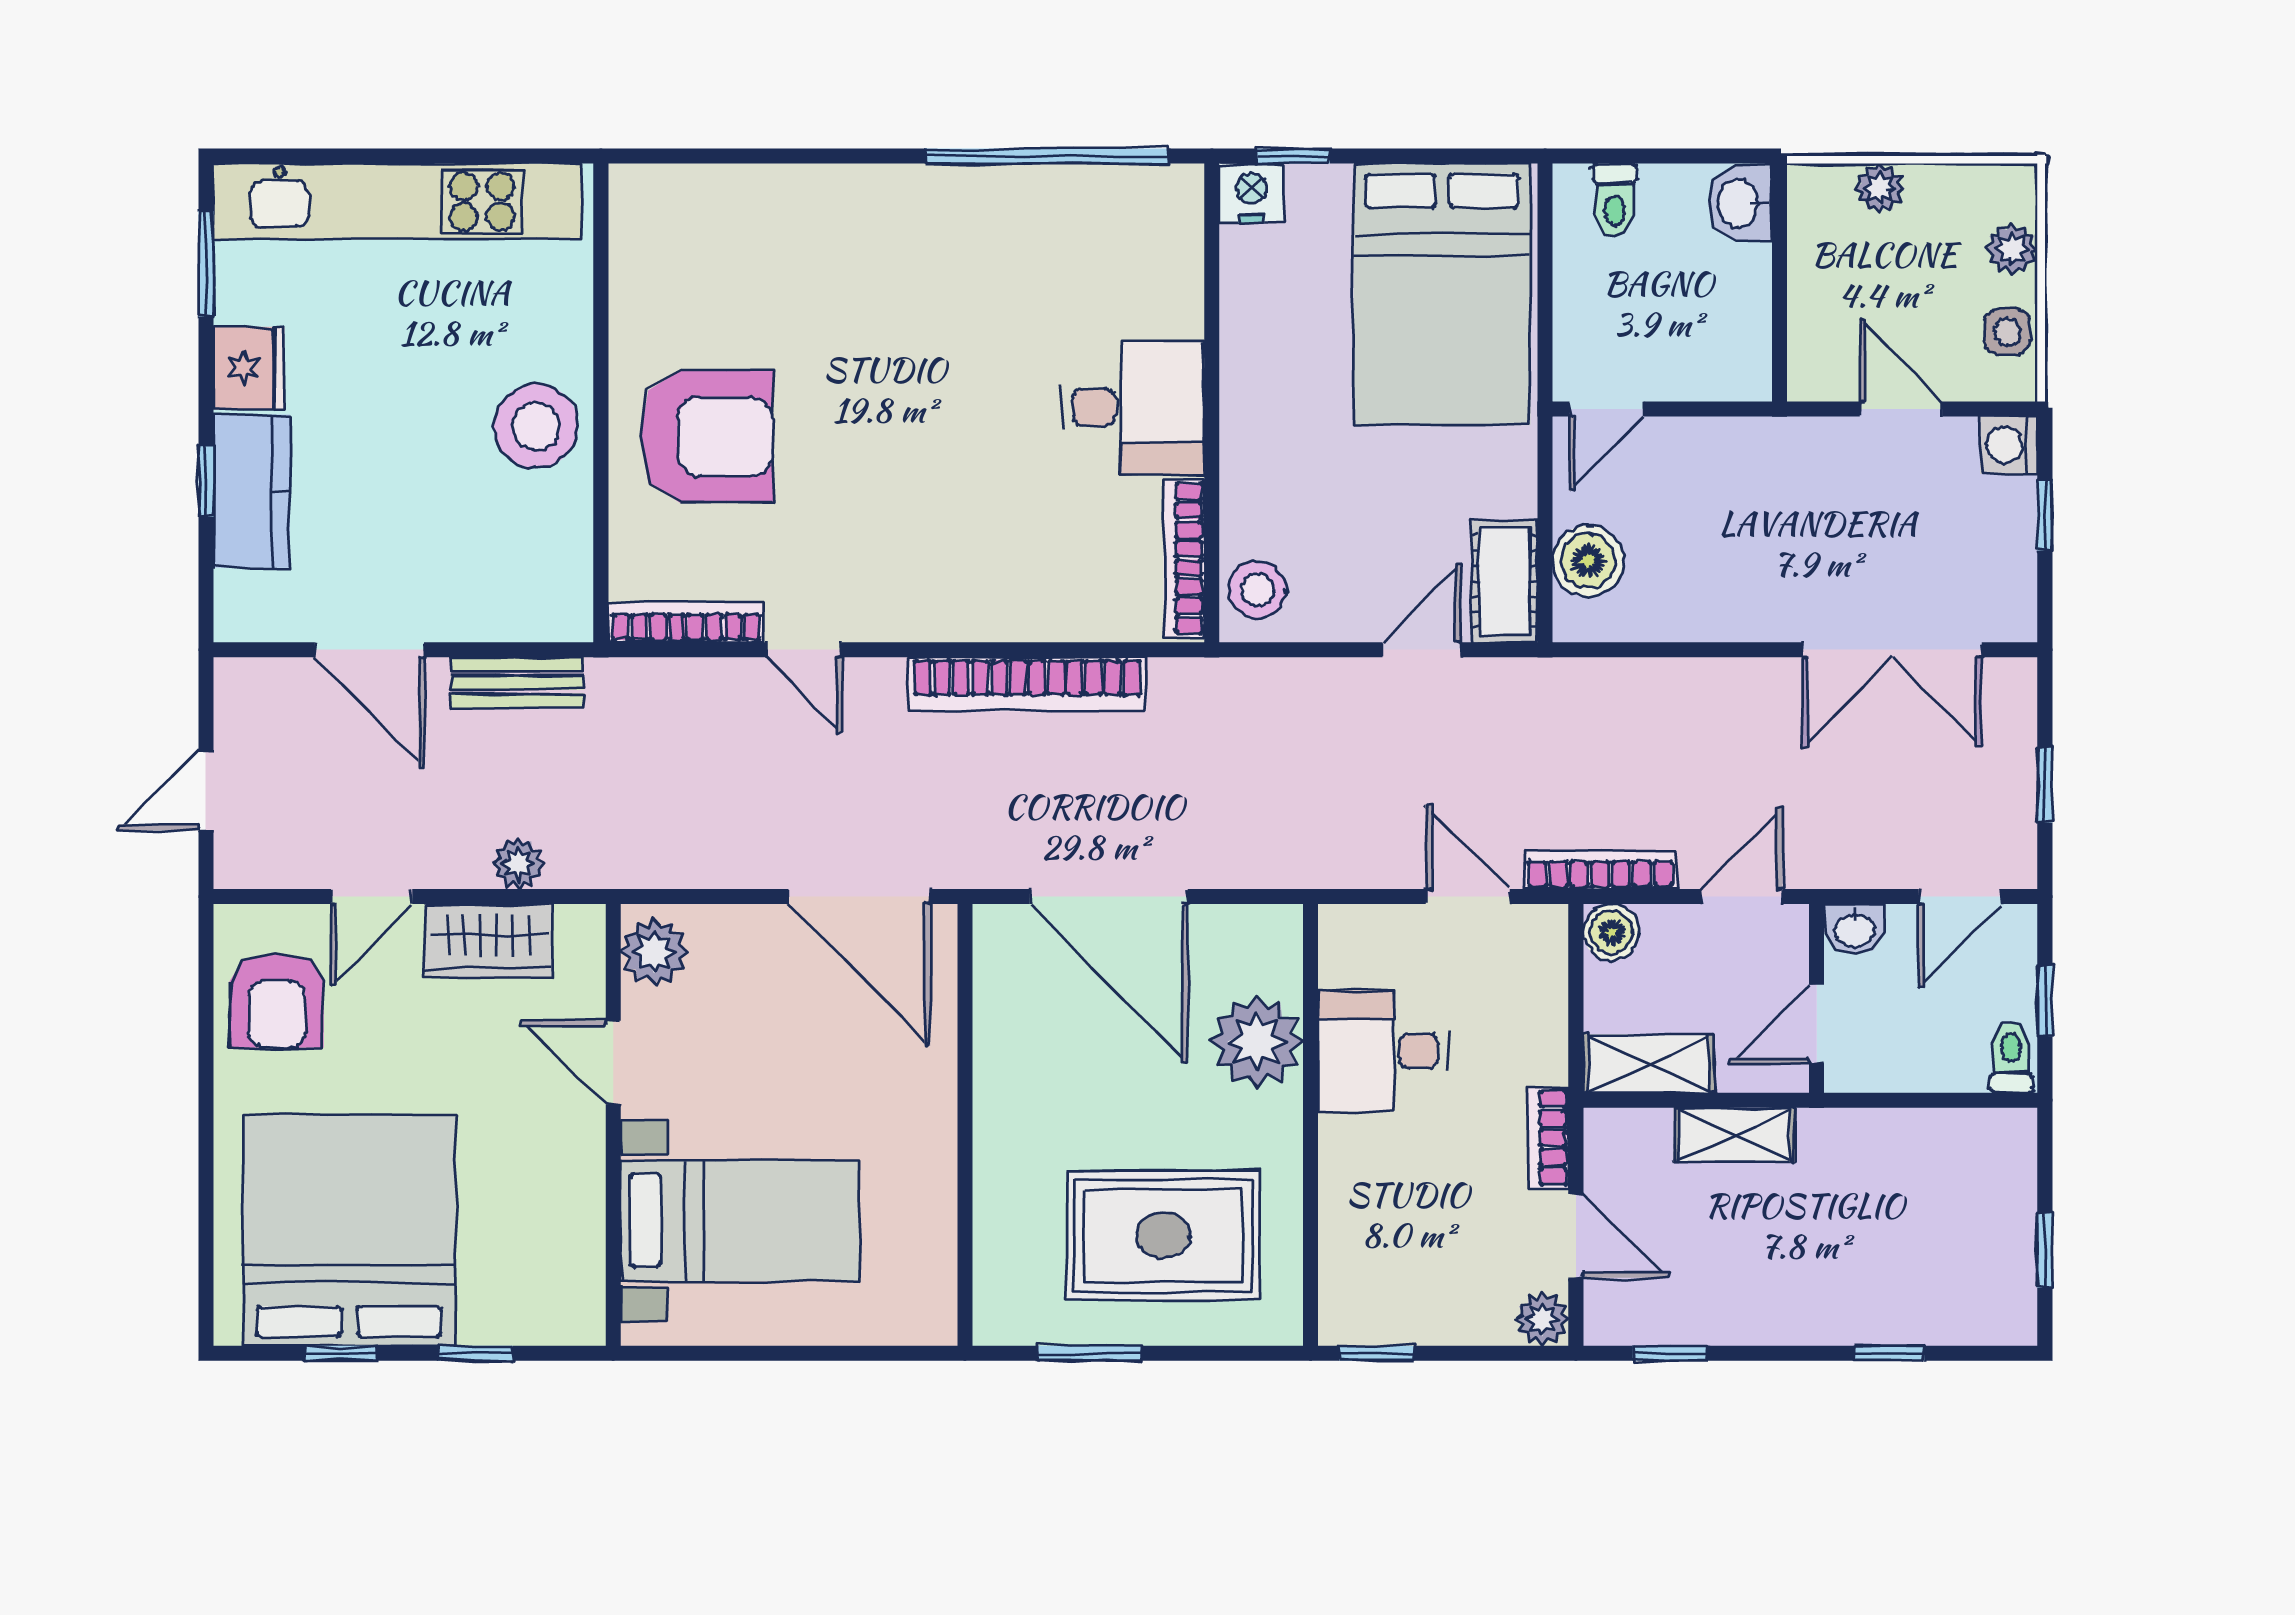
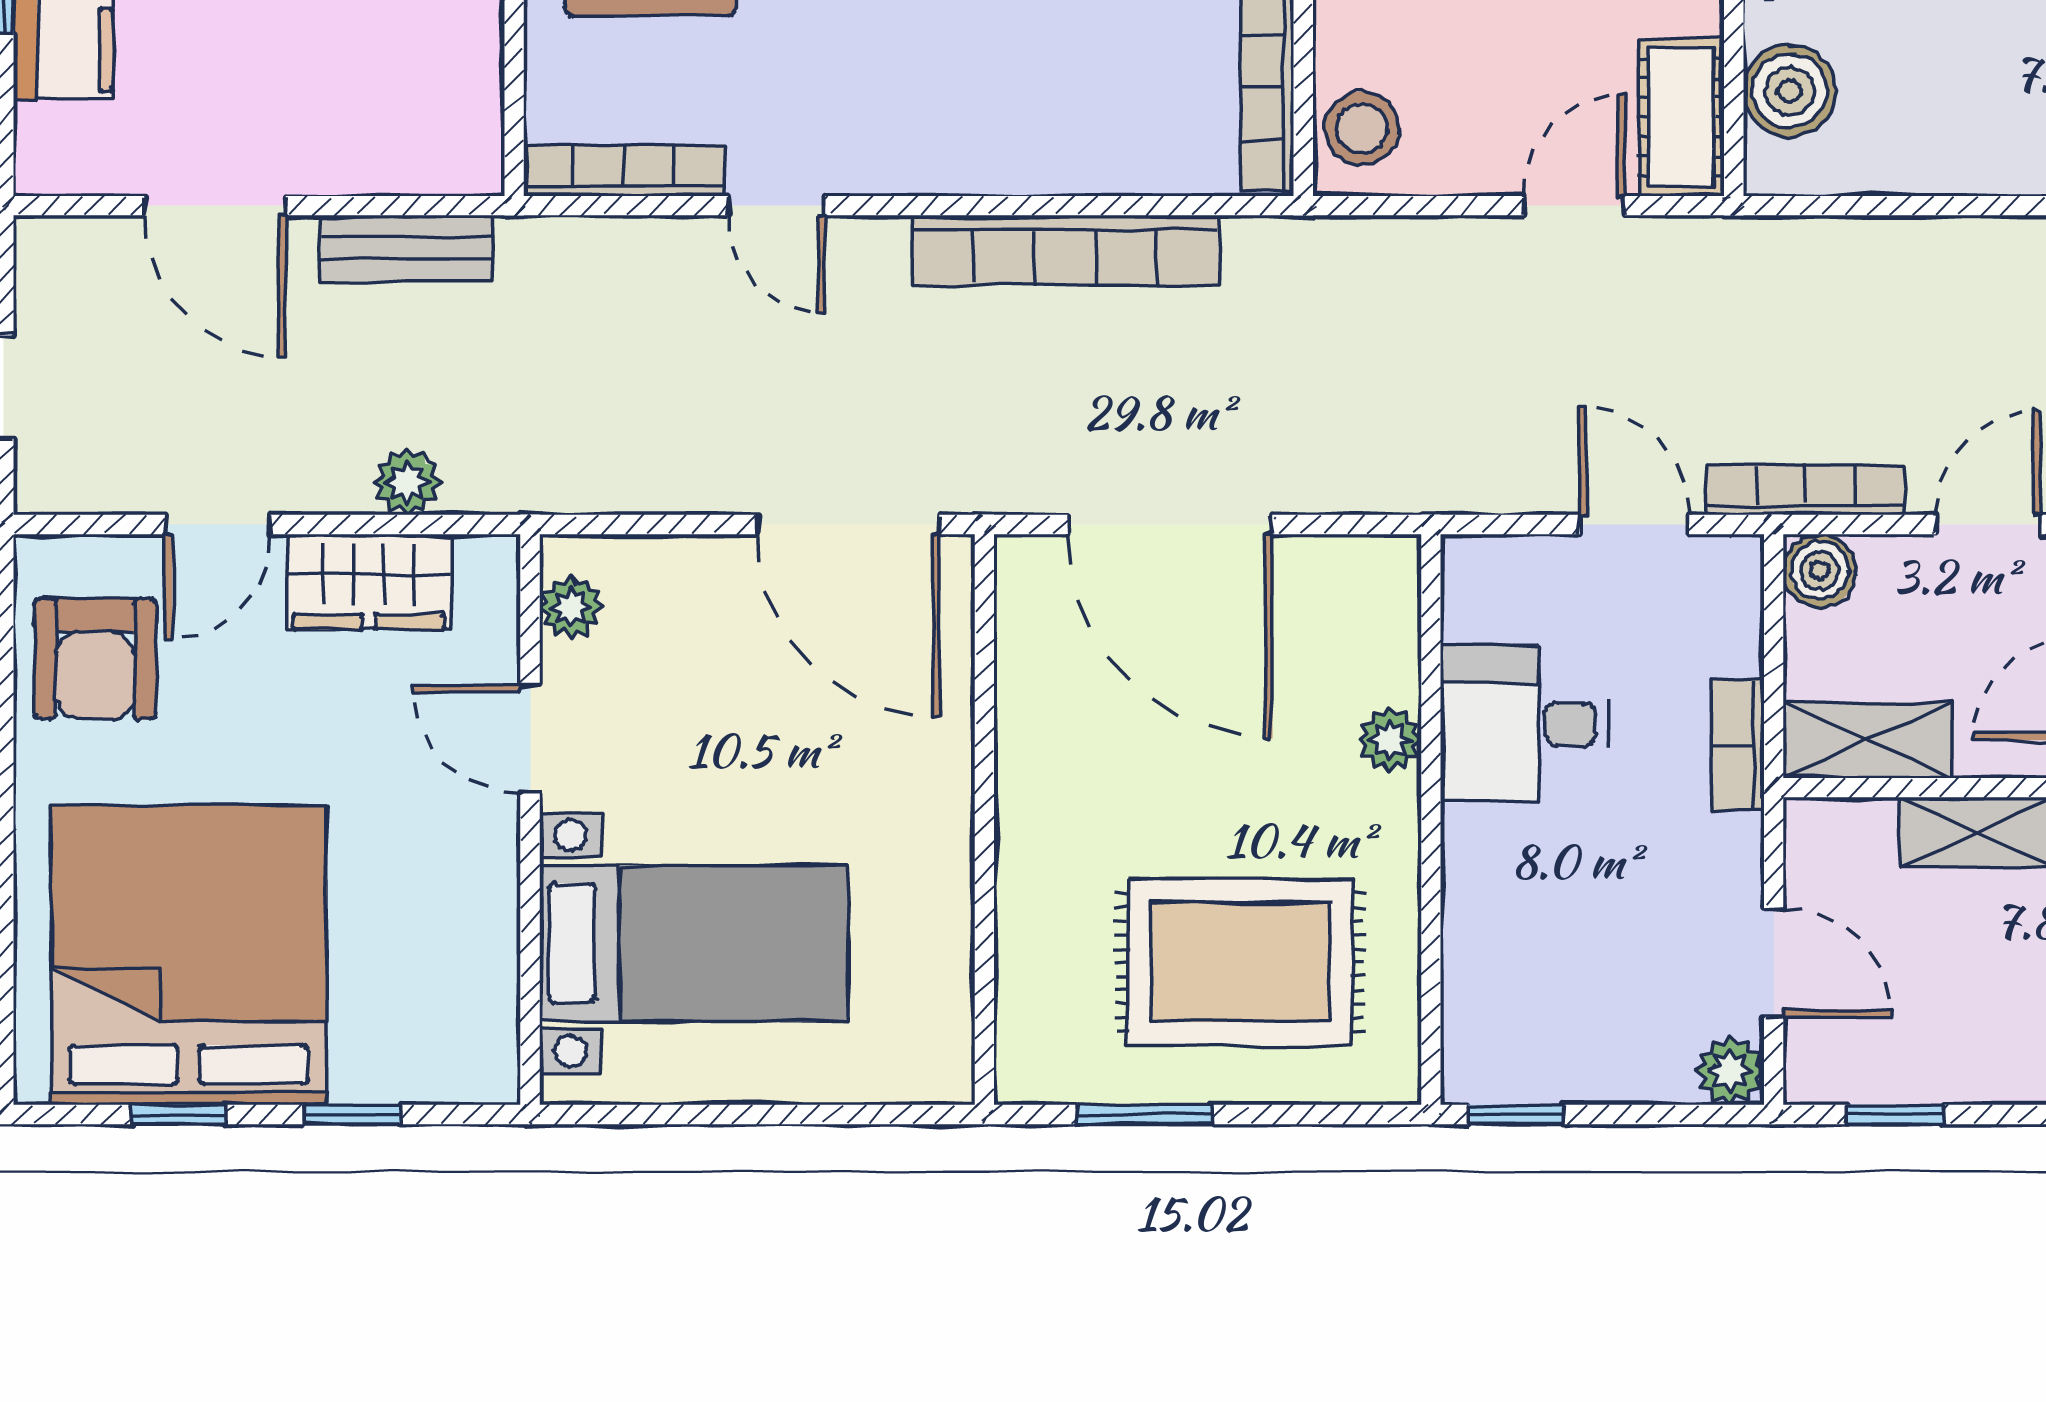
plant: (654, 952) -> (571, 608), width x0.73, depth x0.73
plant: (1257, 1042) -> (1390, 740), width x0.53, depth x0.53
bookcase: (1548, 1138) -> (1738, 745), moved

